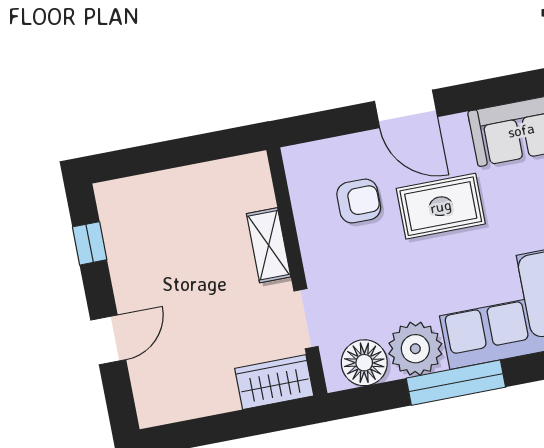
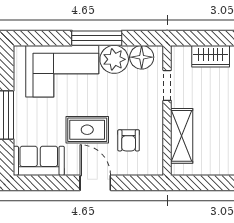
armchair: (359, 201) -> (129, 140), turned -90
shelving: (269, 245) -> (182, 136), width x1.50, depth x1.33
wardrobe: (274, 382) -> (211, 56), moved

